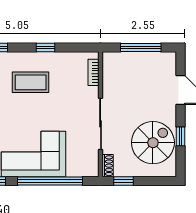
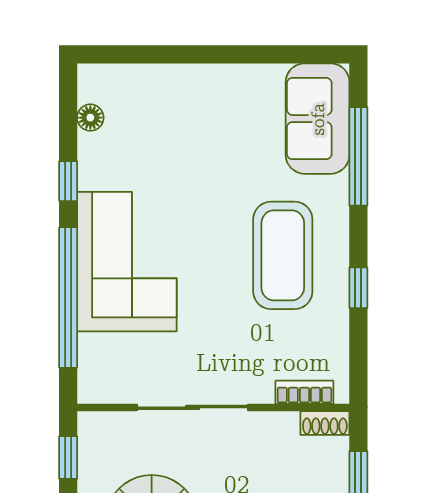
coffee table: (31, 82) -> (283, 255), width x1.36, depth x1.32
shoe rack: (108, 166) -> (325, 423), moved

